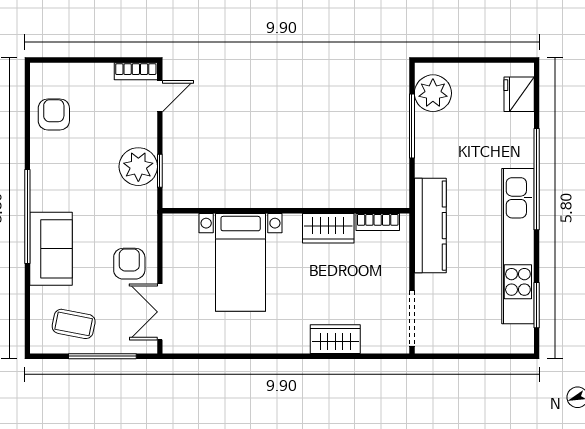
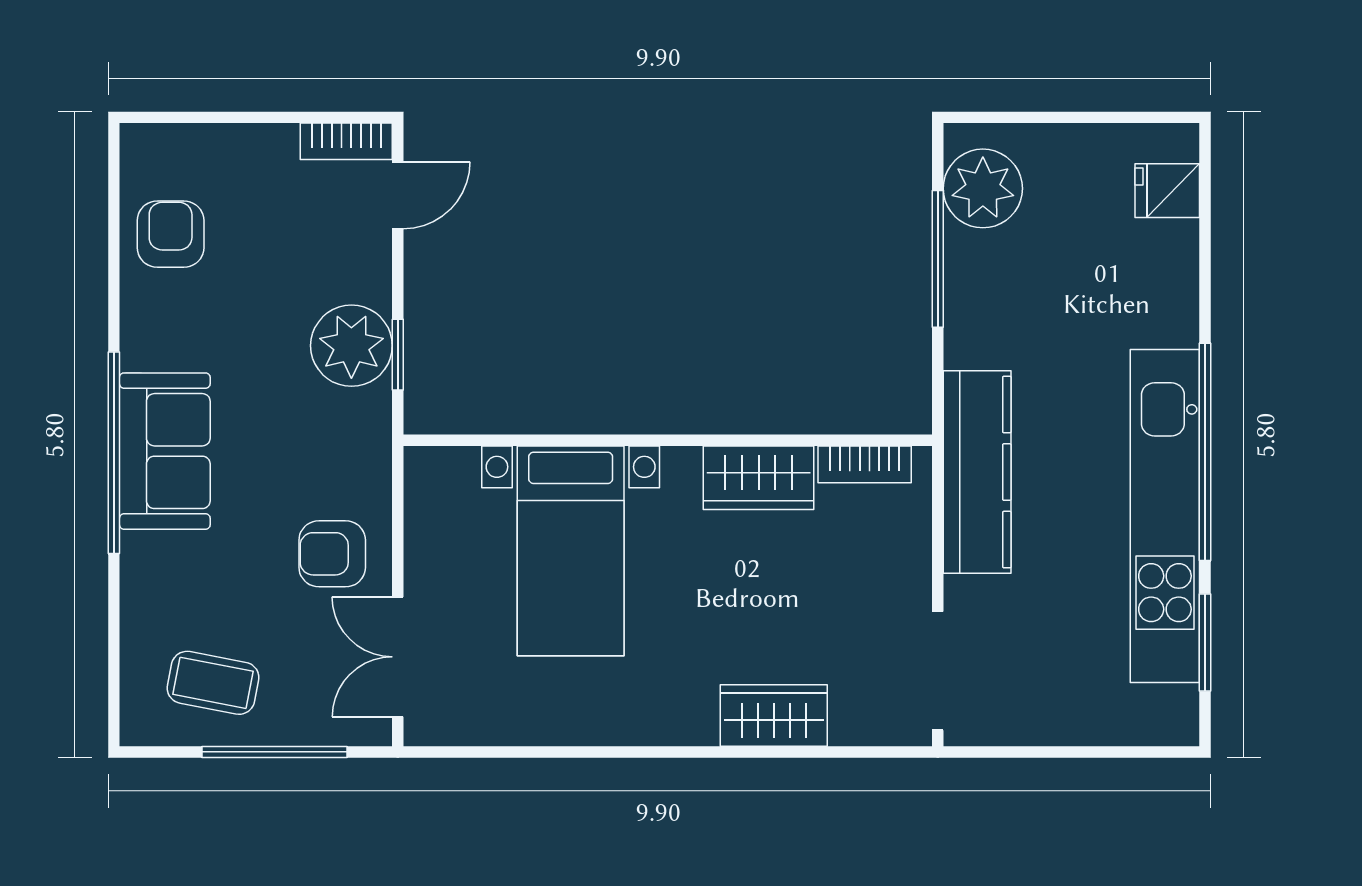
fridge: (519, 94) -> (1167, 191), width x0.72
window: (537, 179) -> (1205, 452), moved
sofa: (51, 249) -> (165, 451), moved
armchair: (129, 264) -> (332, 554), turned -90

